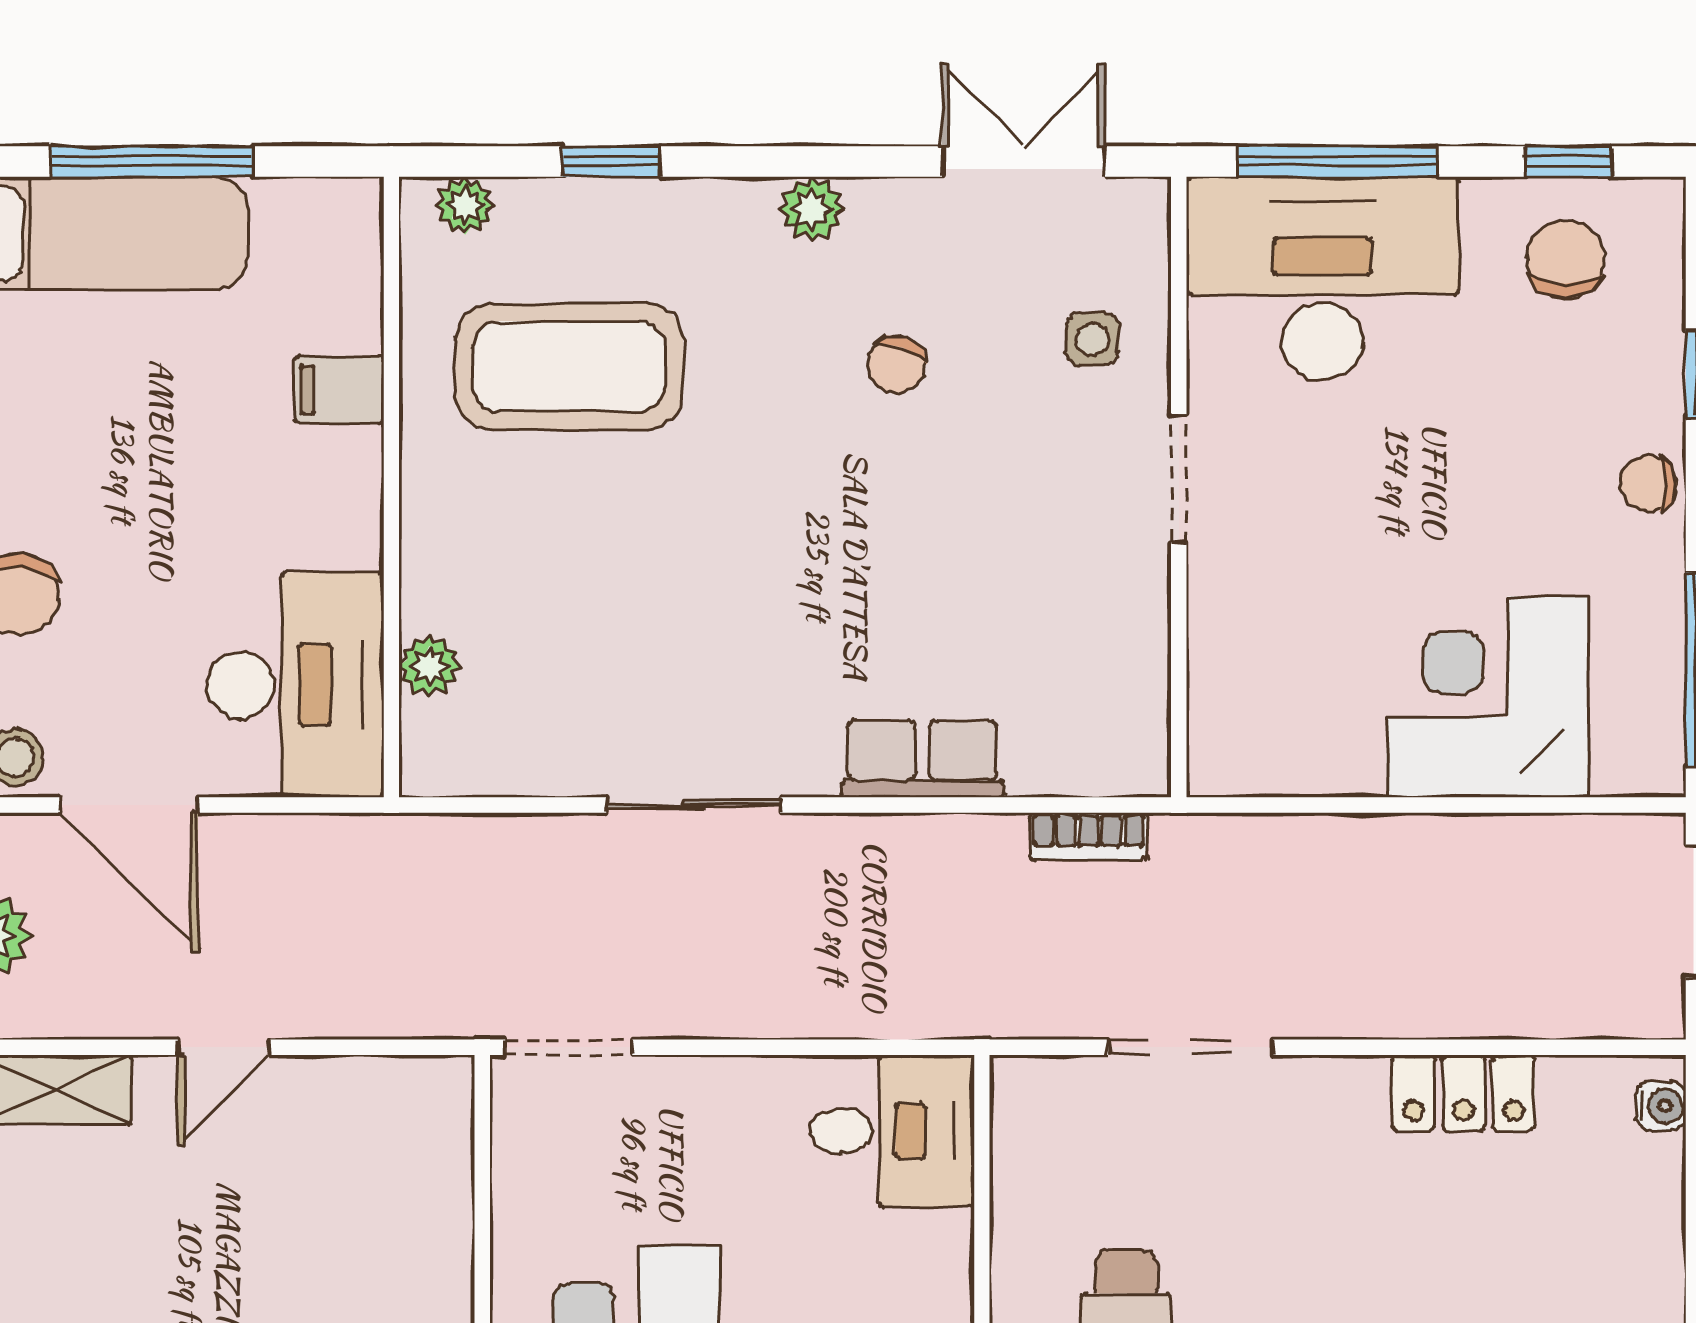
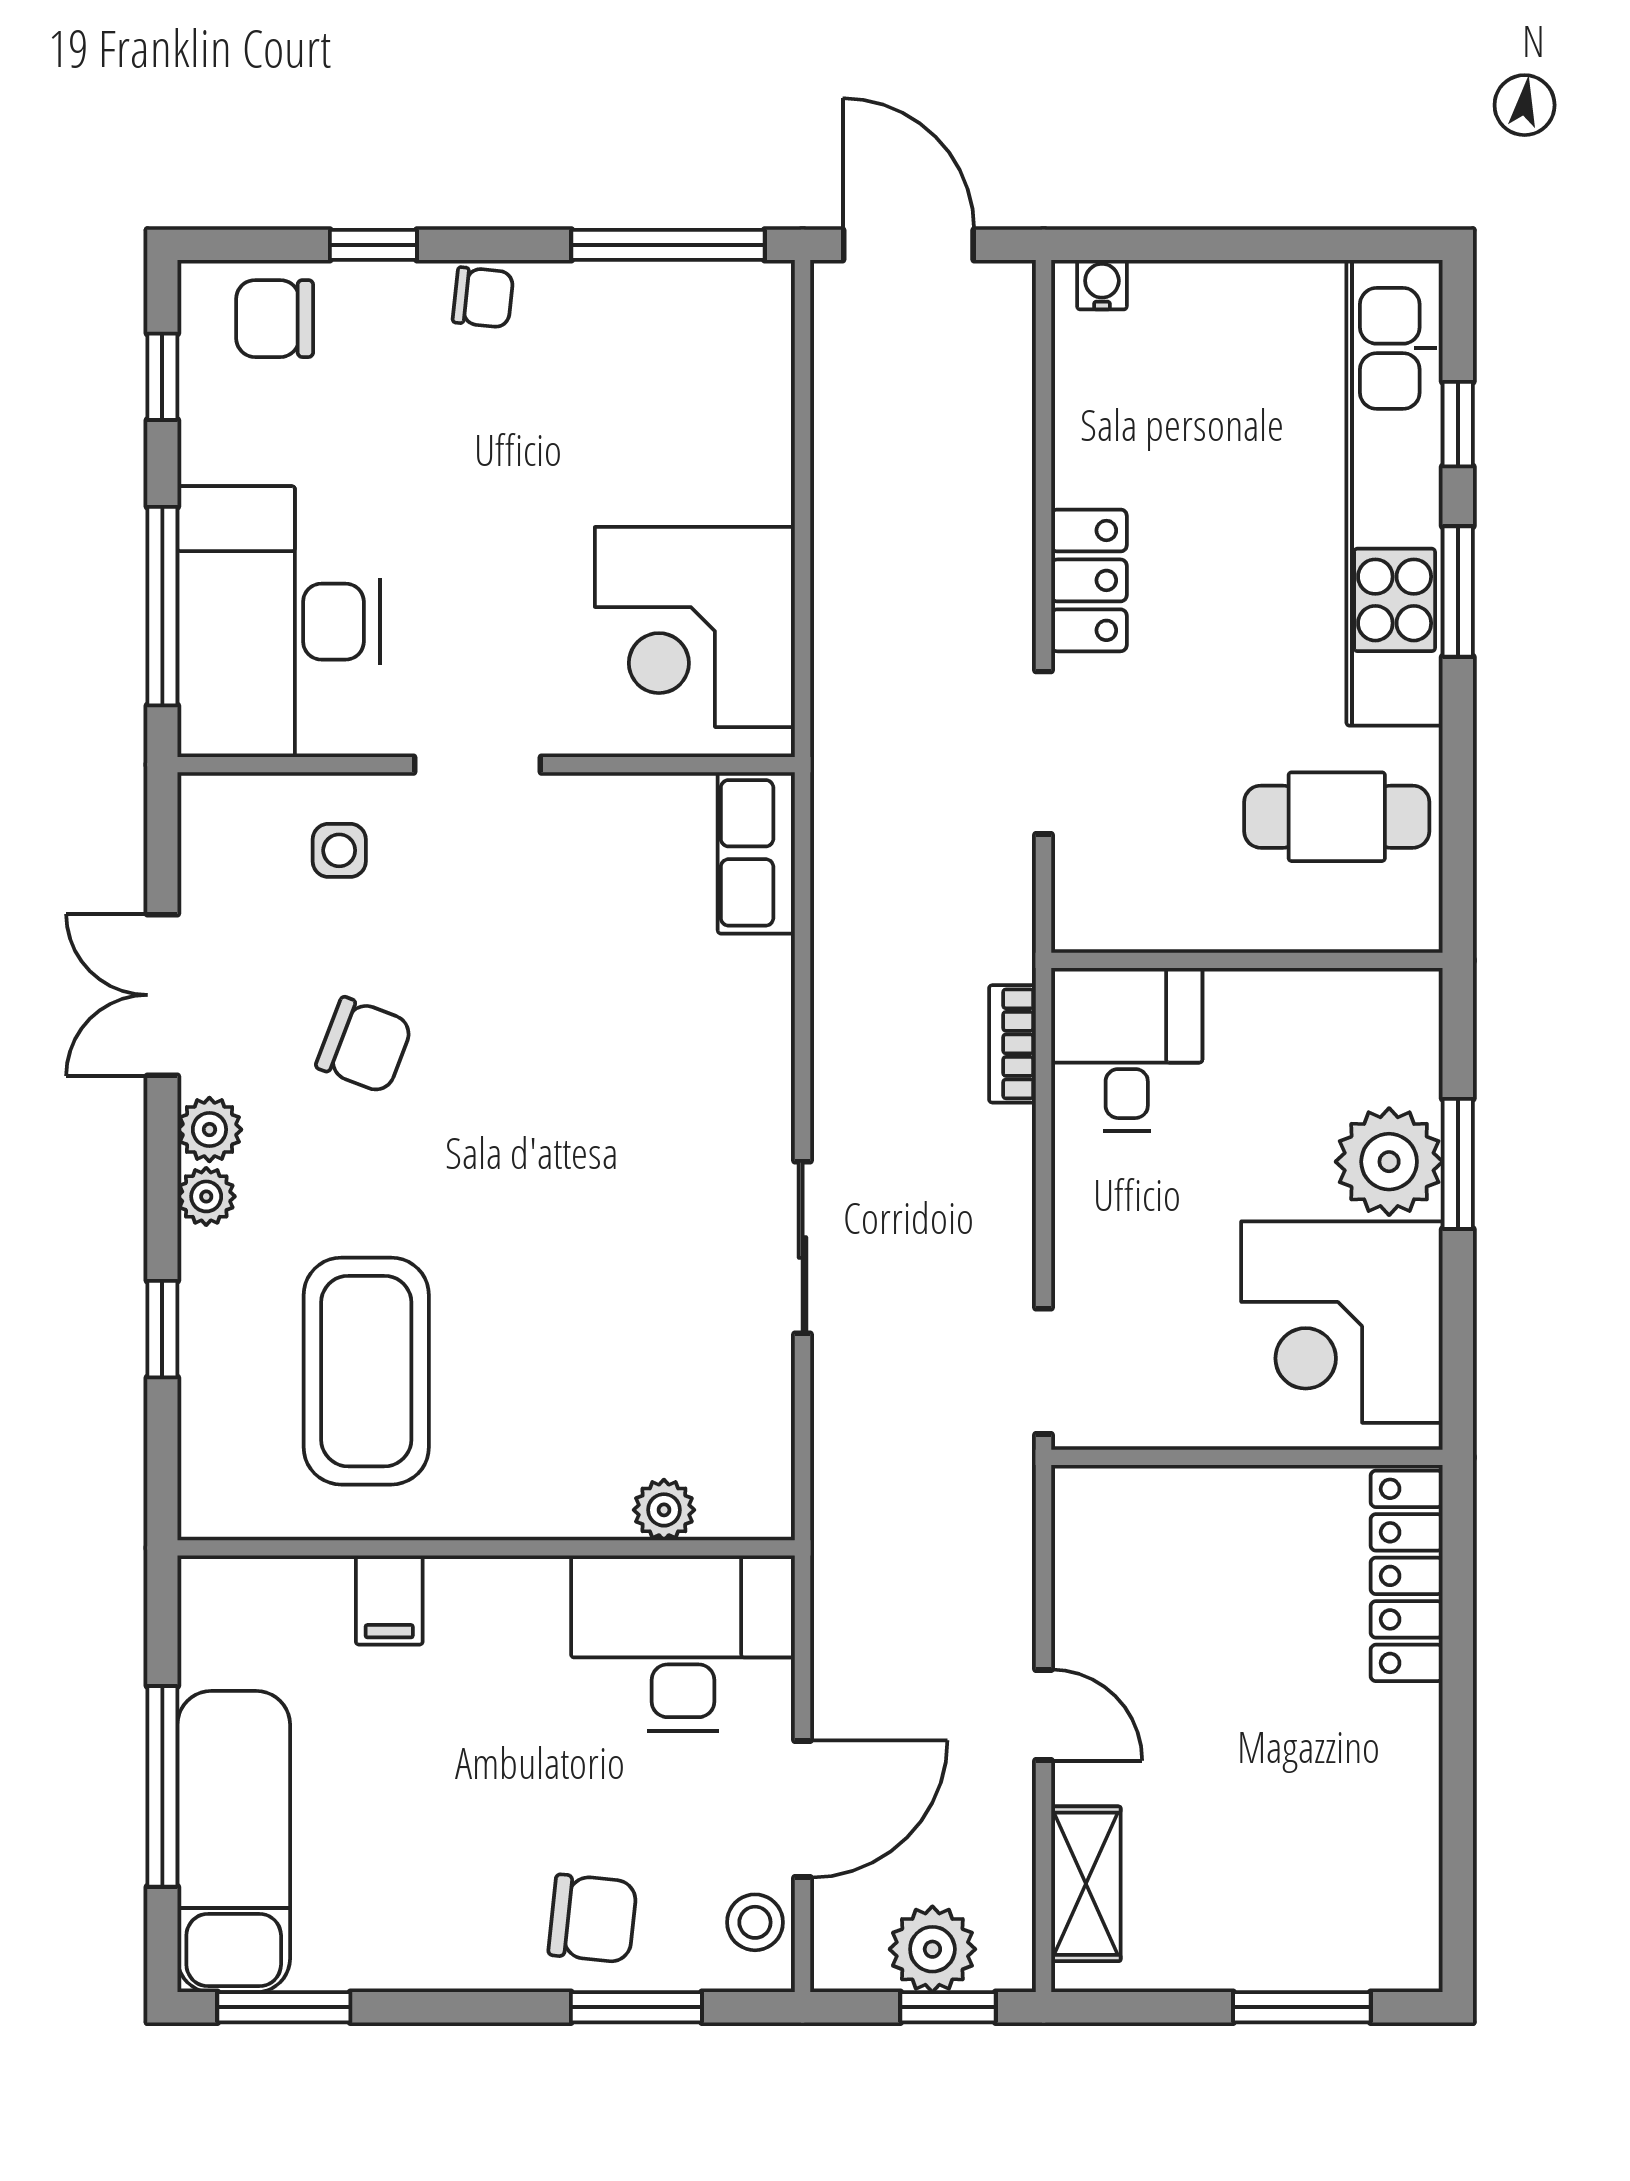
double door: (1024, 162) -> (162, 995), moved
plant: (465, 206) -> (206, 1196), moved
chair: (1565, 259) -> (275, 319), moved
chair: (897, 365) -> (364, 1045), width x1.37, depth x1.37
chair: (1648, 484) -> (483, 297), turned -84
corner desk: (1487, 697) -> (695, 627), moved
row of seats: (923, 759) -> (756, 853), moved
bookcase: (1089, 836) -> (1013, 1044), moved, turned 180
locker: (1464, 1093) -> (1089, 580), moved

